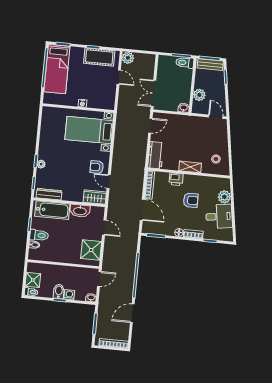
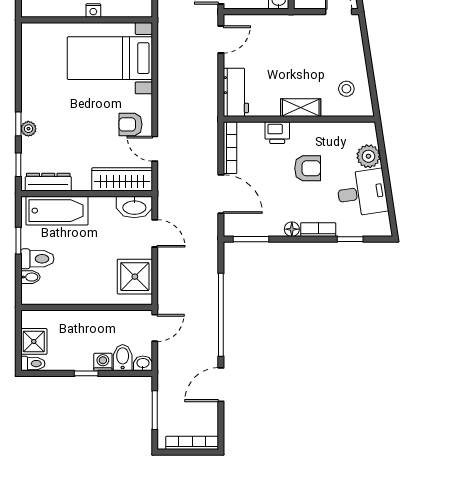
wardrobe: (95, 197) -> (122, 179), width x1.50
washbasin: (80, 211) -> (134, 207), moved
bidet: (59, 291) -> (123, 358), moved

